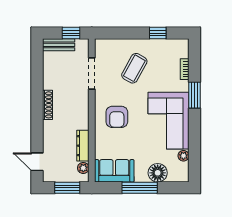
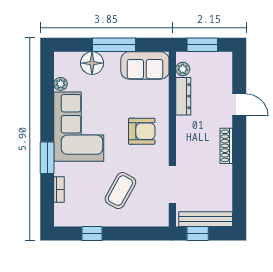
bench: (59, 45) -> (206, 219), width x1.36
armchair: (117, 117) -> (142, 131), turned 90
door: (37, 162) -> (239, 105), moved

